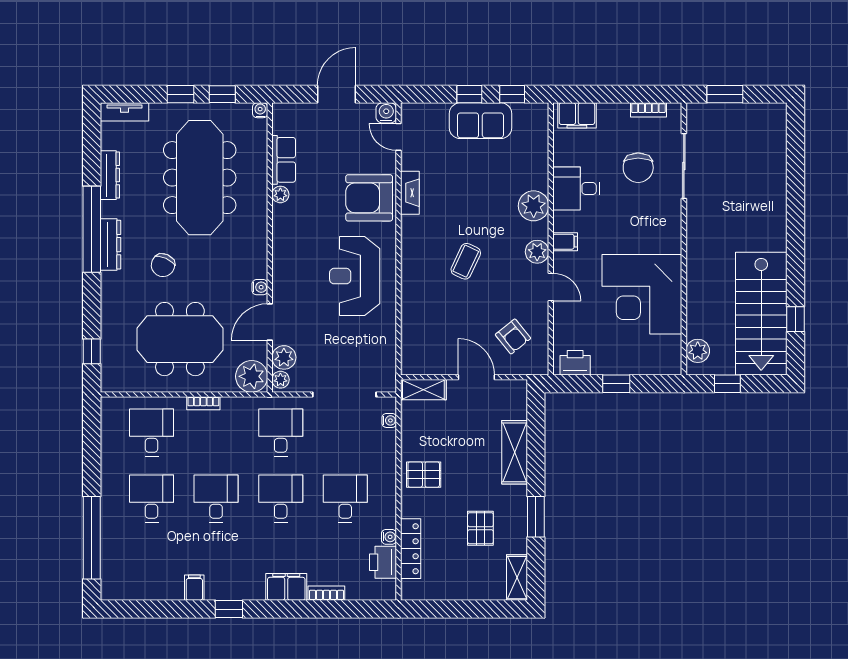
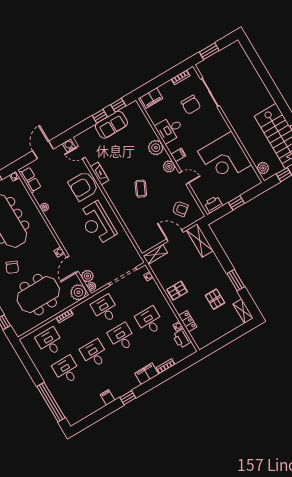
row of seats: (284, 160) -> (30, 180), moved
shelving: (515, 452) -> (200, 240), moved
locker: (411, 549) -> (188, 321), width x0.66

